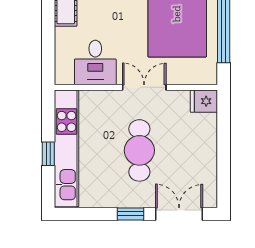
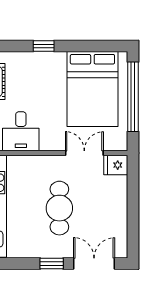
double door: (144, 87) -> (84, 153), moved

